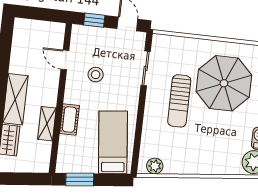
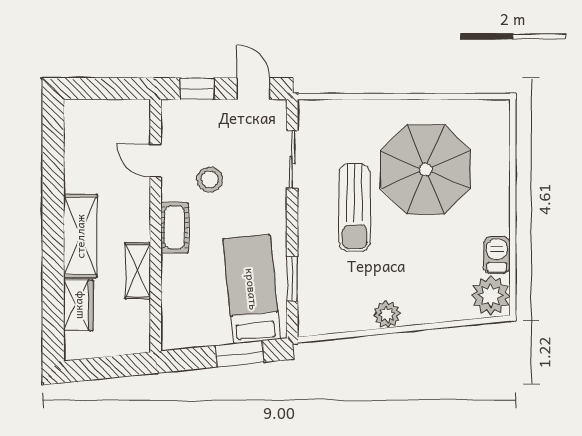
cot: (69, 119) -> (175, 228), moved
window: (138, 139) -> (292, 279), added
plant: (155, 166) -> (387, 315), moved
window: (80, 179) -> (239, 354), moved

